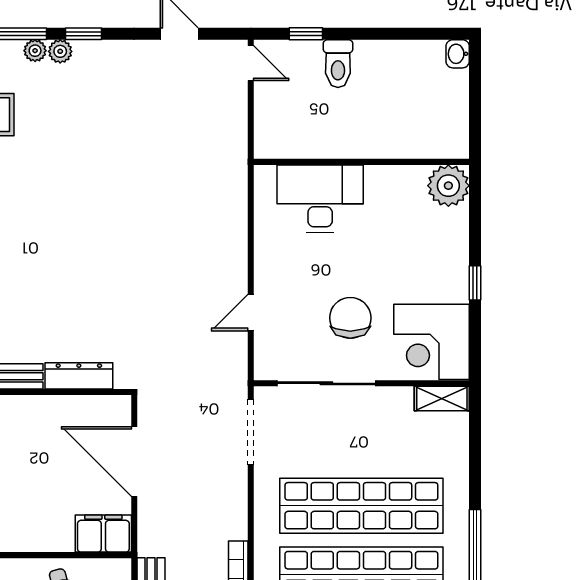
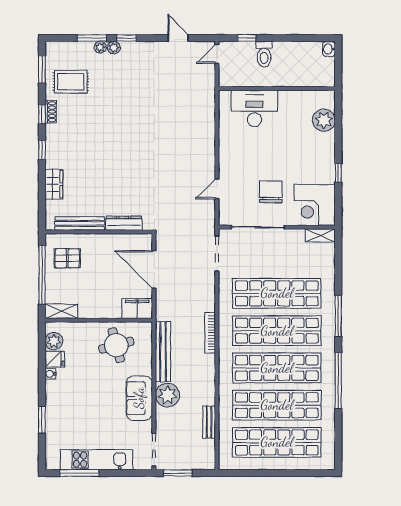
door: (251, 63) -> (217, 54), swing flipped
wall: (361, 162) -> (277, 88), moved
desk: (320, 199) -> (254, 108), moved

